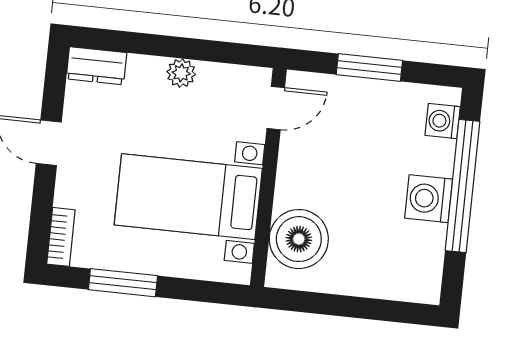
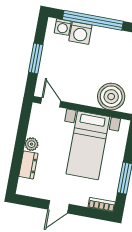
dresser: (96, 66) -> (28, 165), moved
washing machine: (429, 199) -> (80, 33), moved

